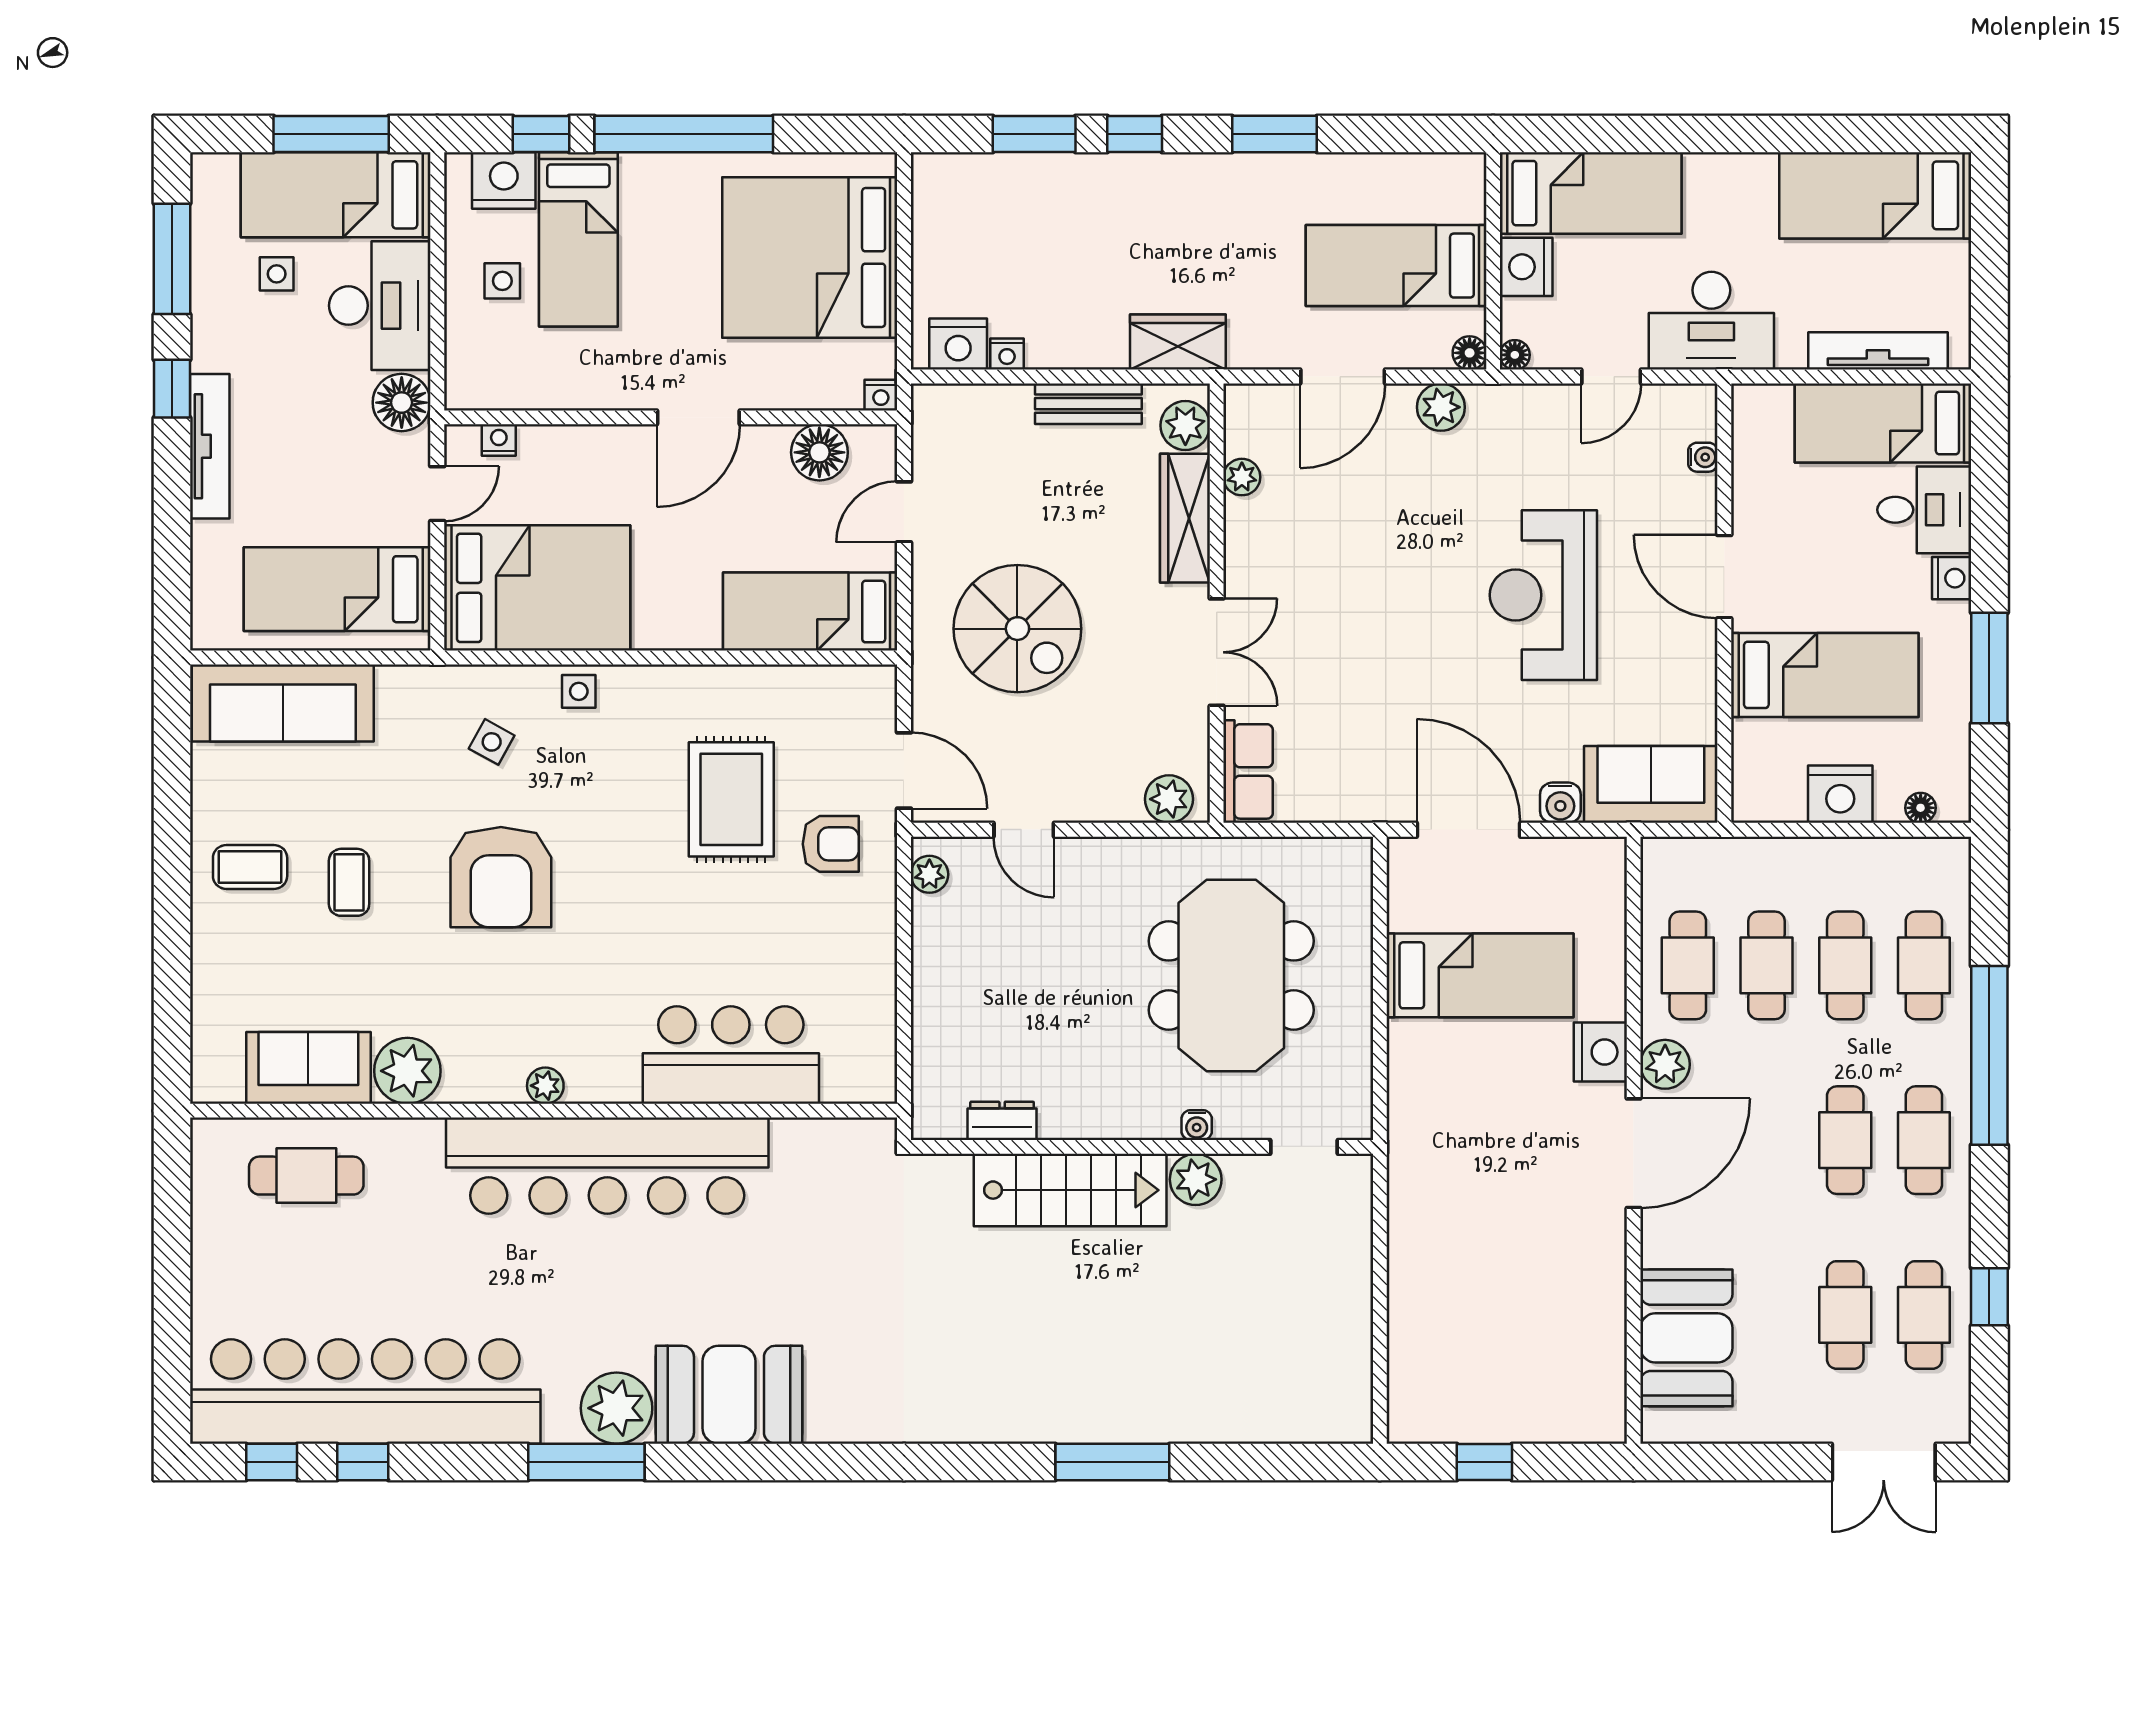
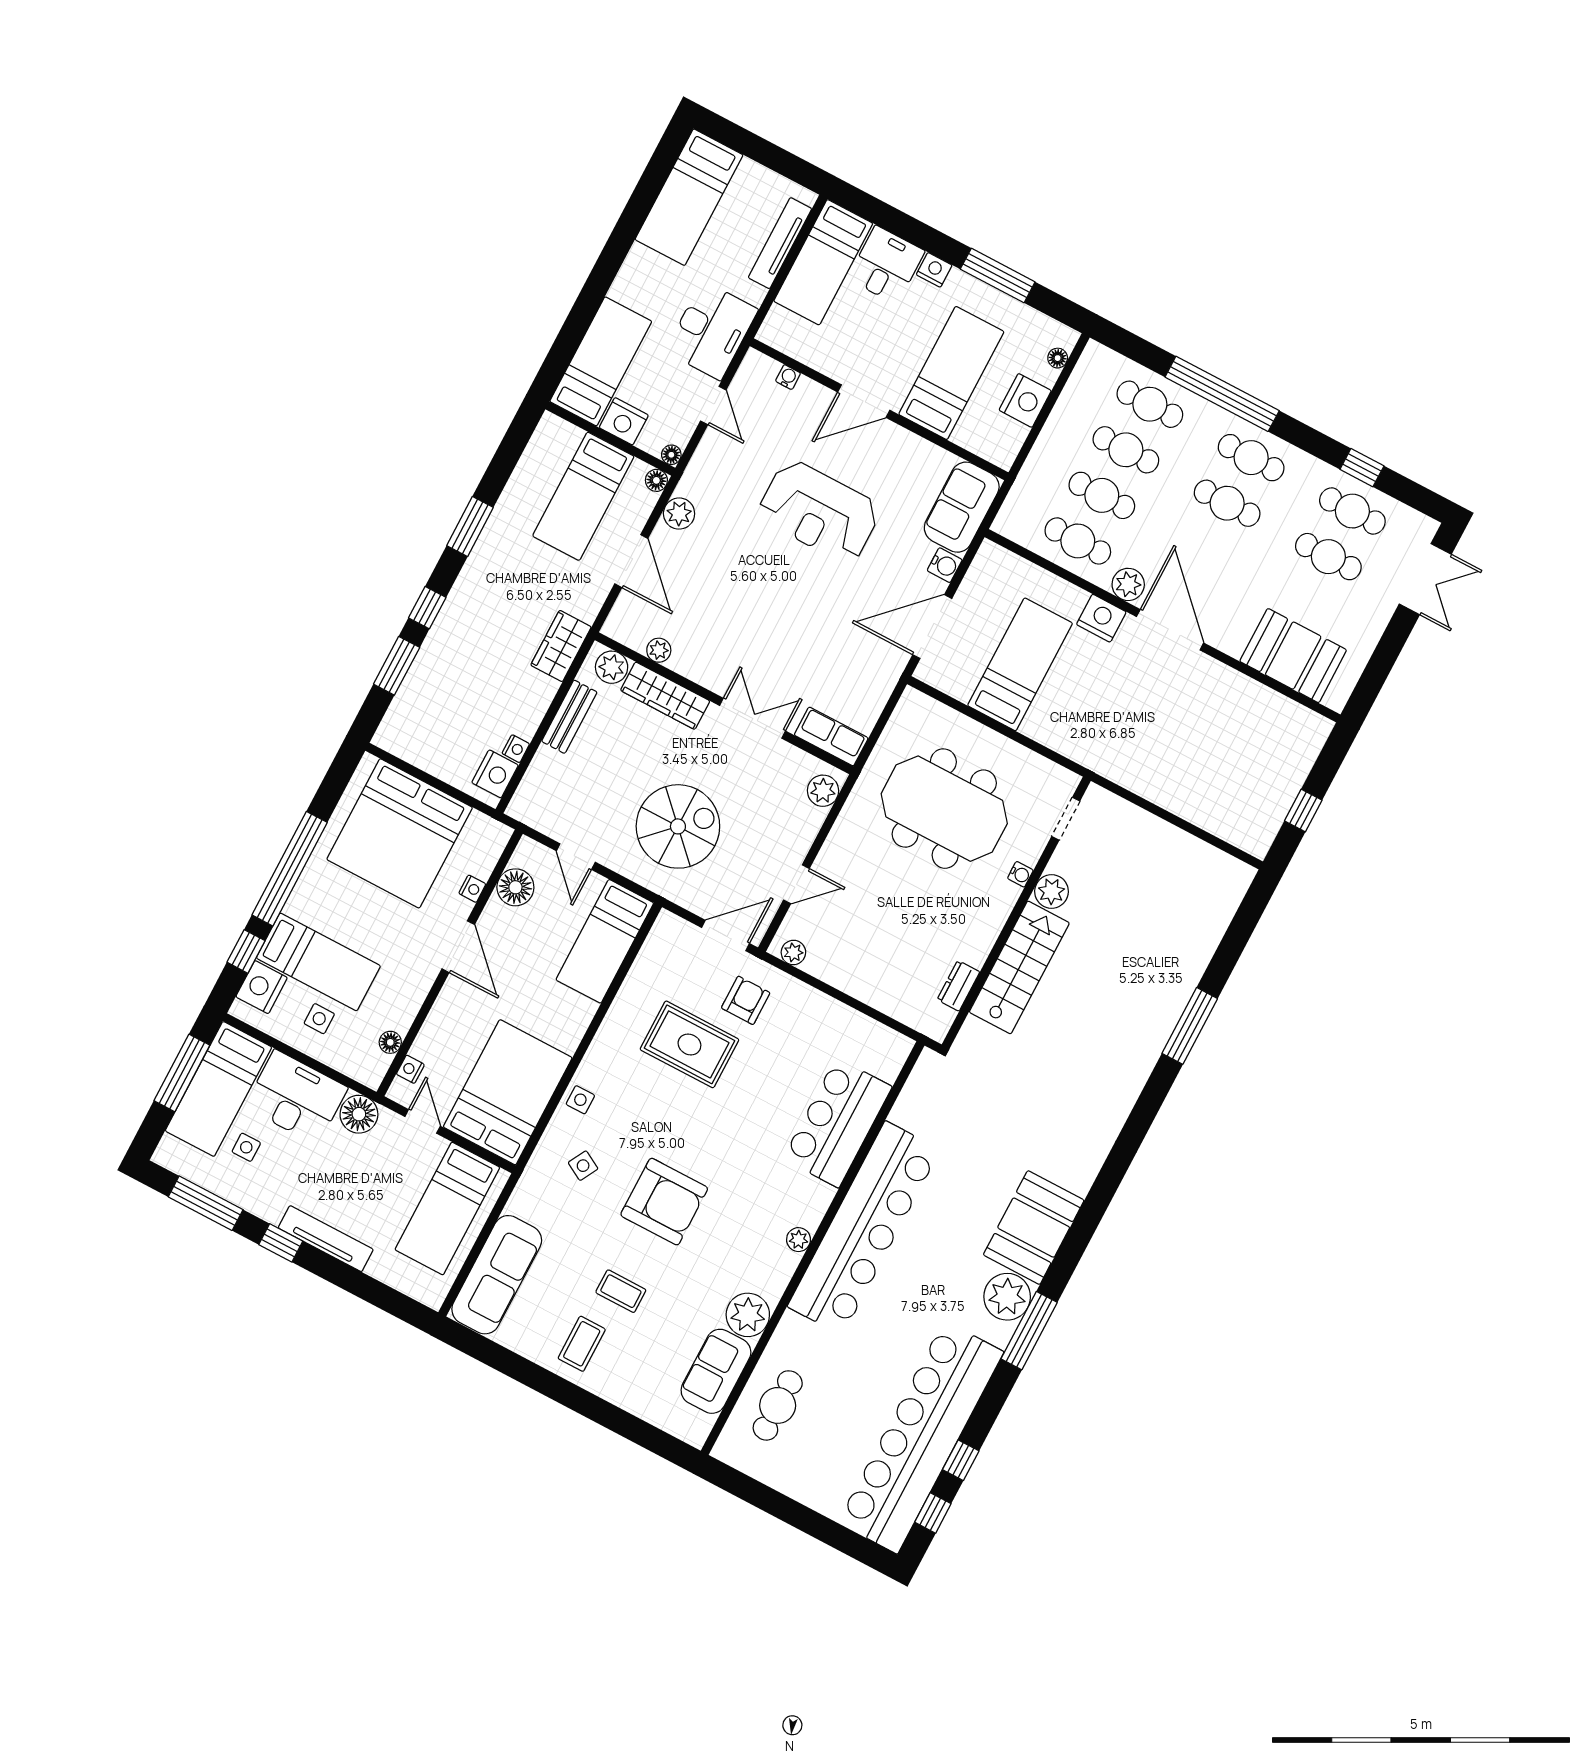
floor lamp: (521, 394) -> (390, 1042), added
nightstand: (881, 395) -> (472, 889), moved

